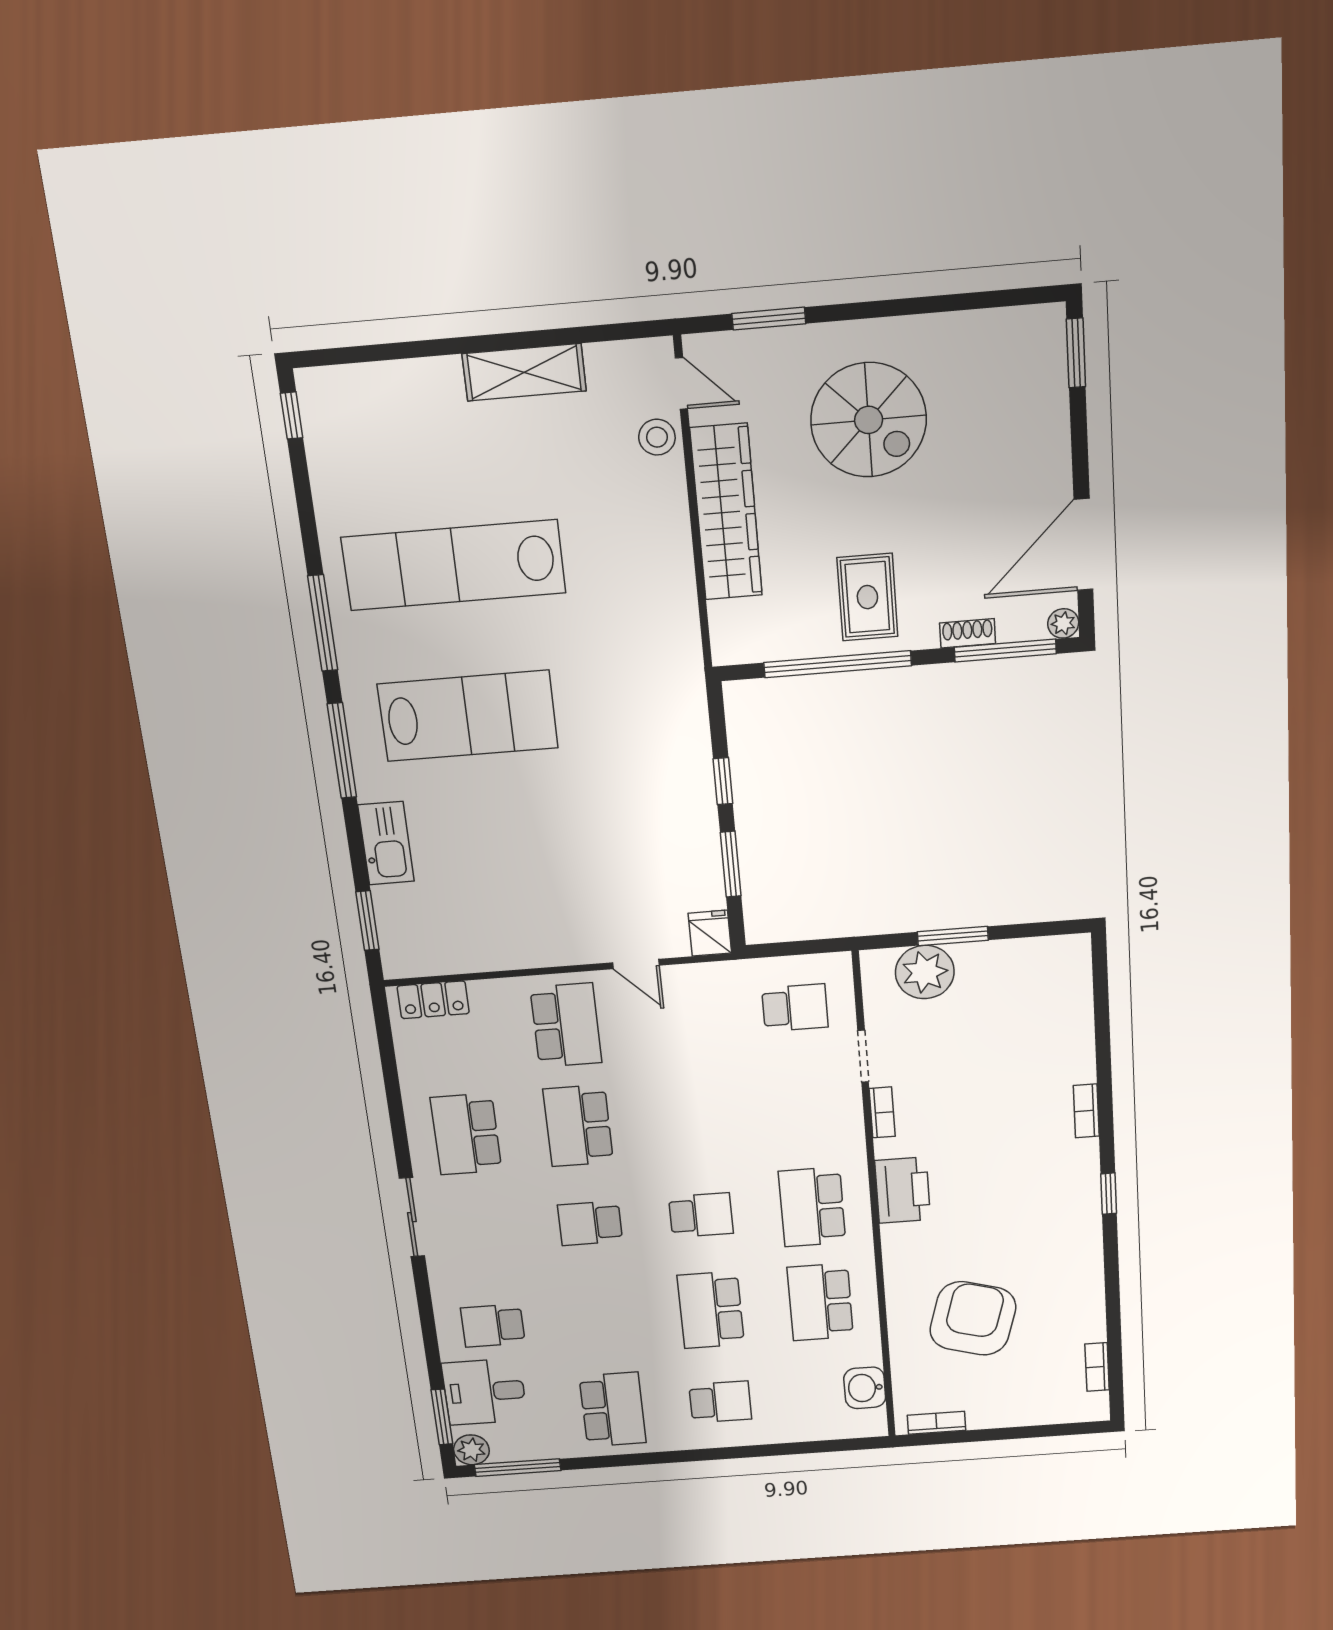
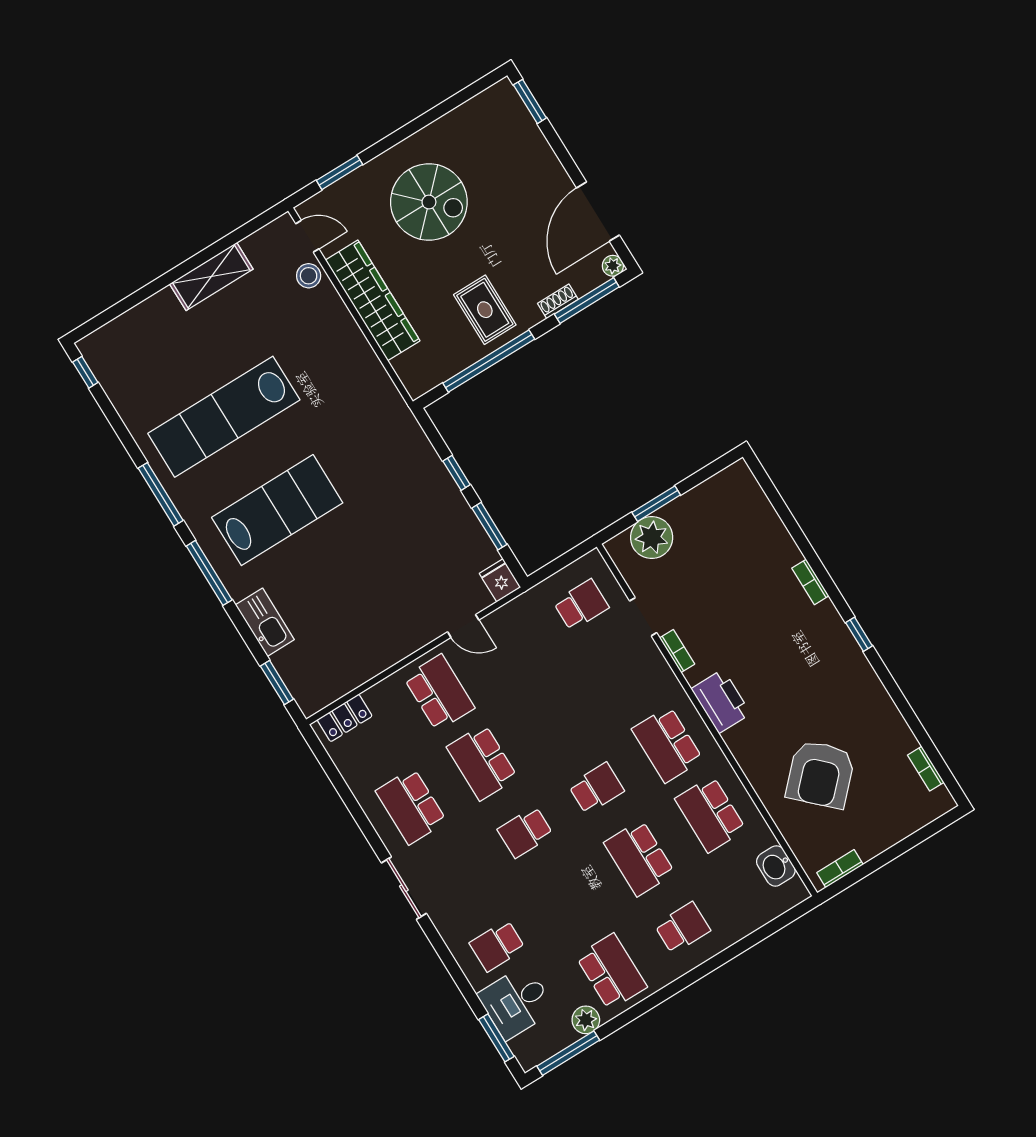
armchair: (973, 1318) -> (820, 774), turned -152
plant: (471, 1450) -> (586, 1020), moved

